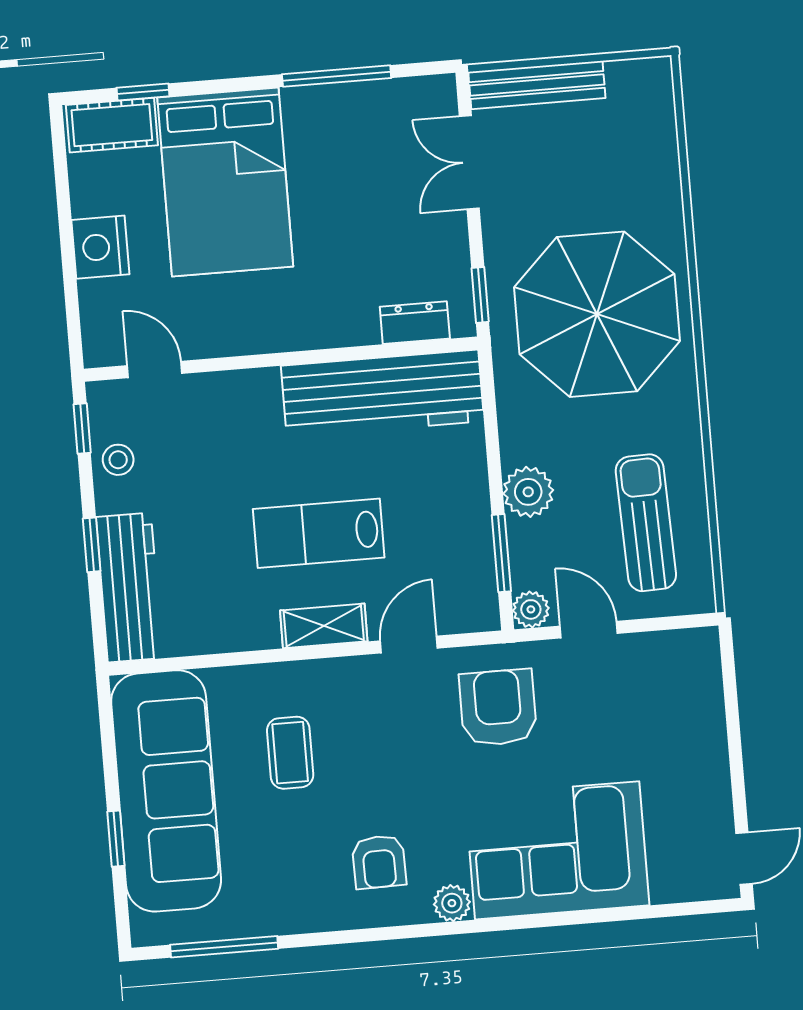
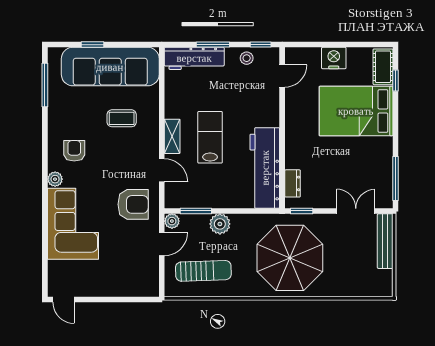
window: (337, 76) -> (395, 179), moved
window: (92, 545) -> (213, 45), width x1.50
armchair: (379, 862) -> (74, 151), turned 91

